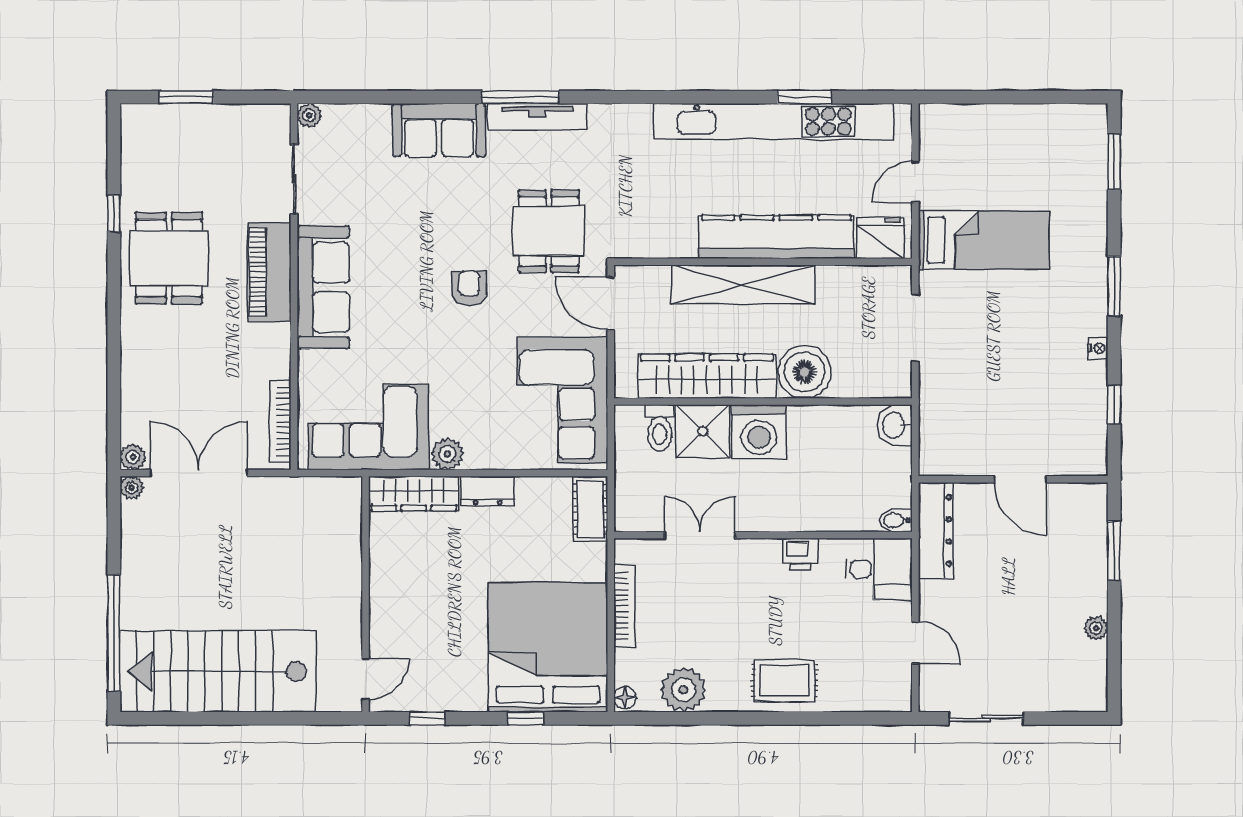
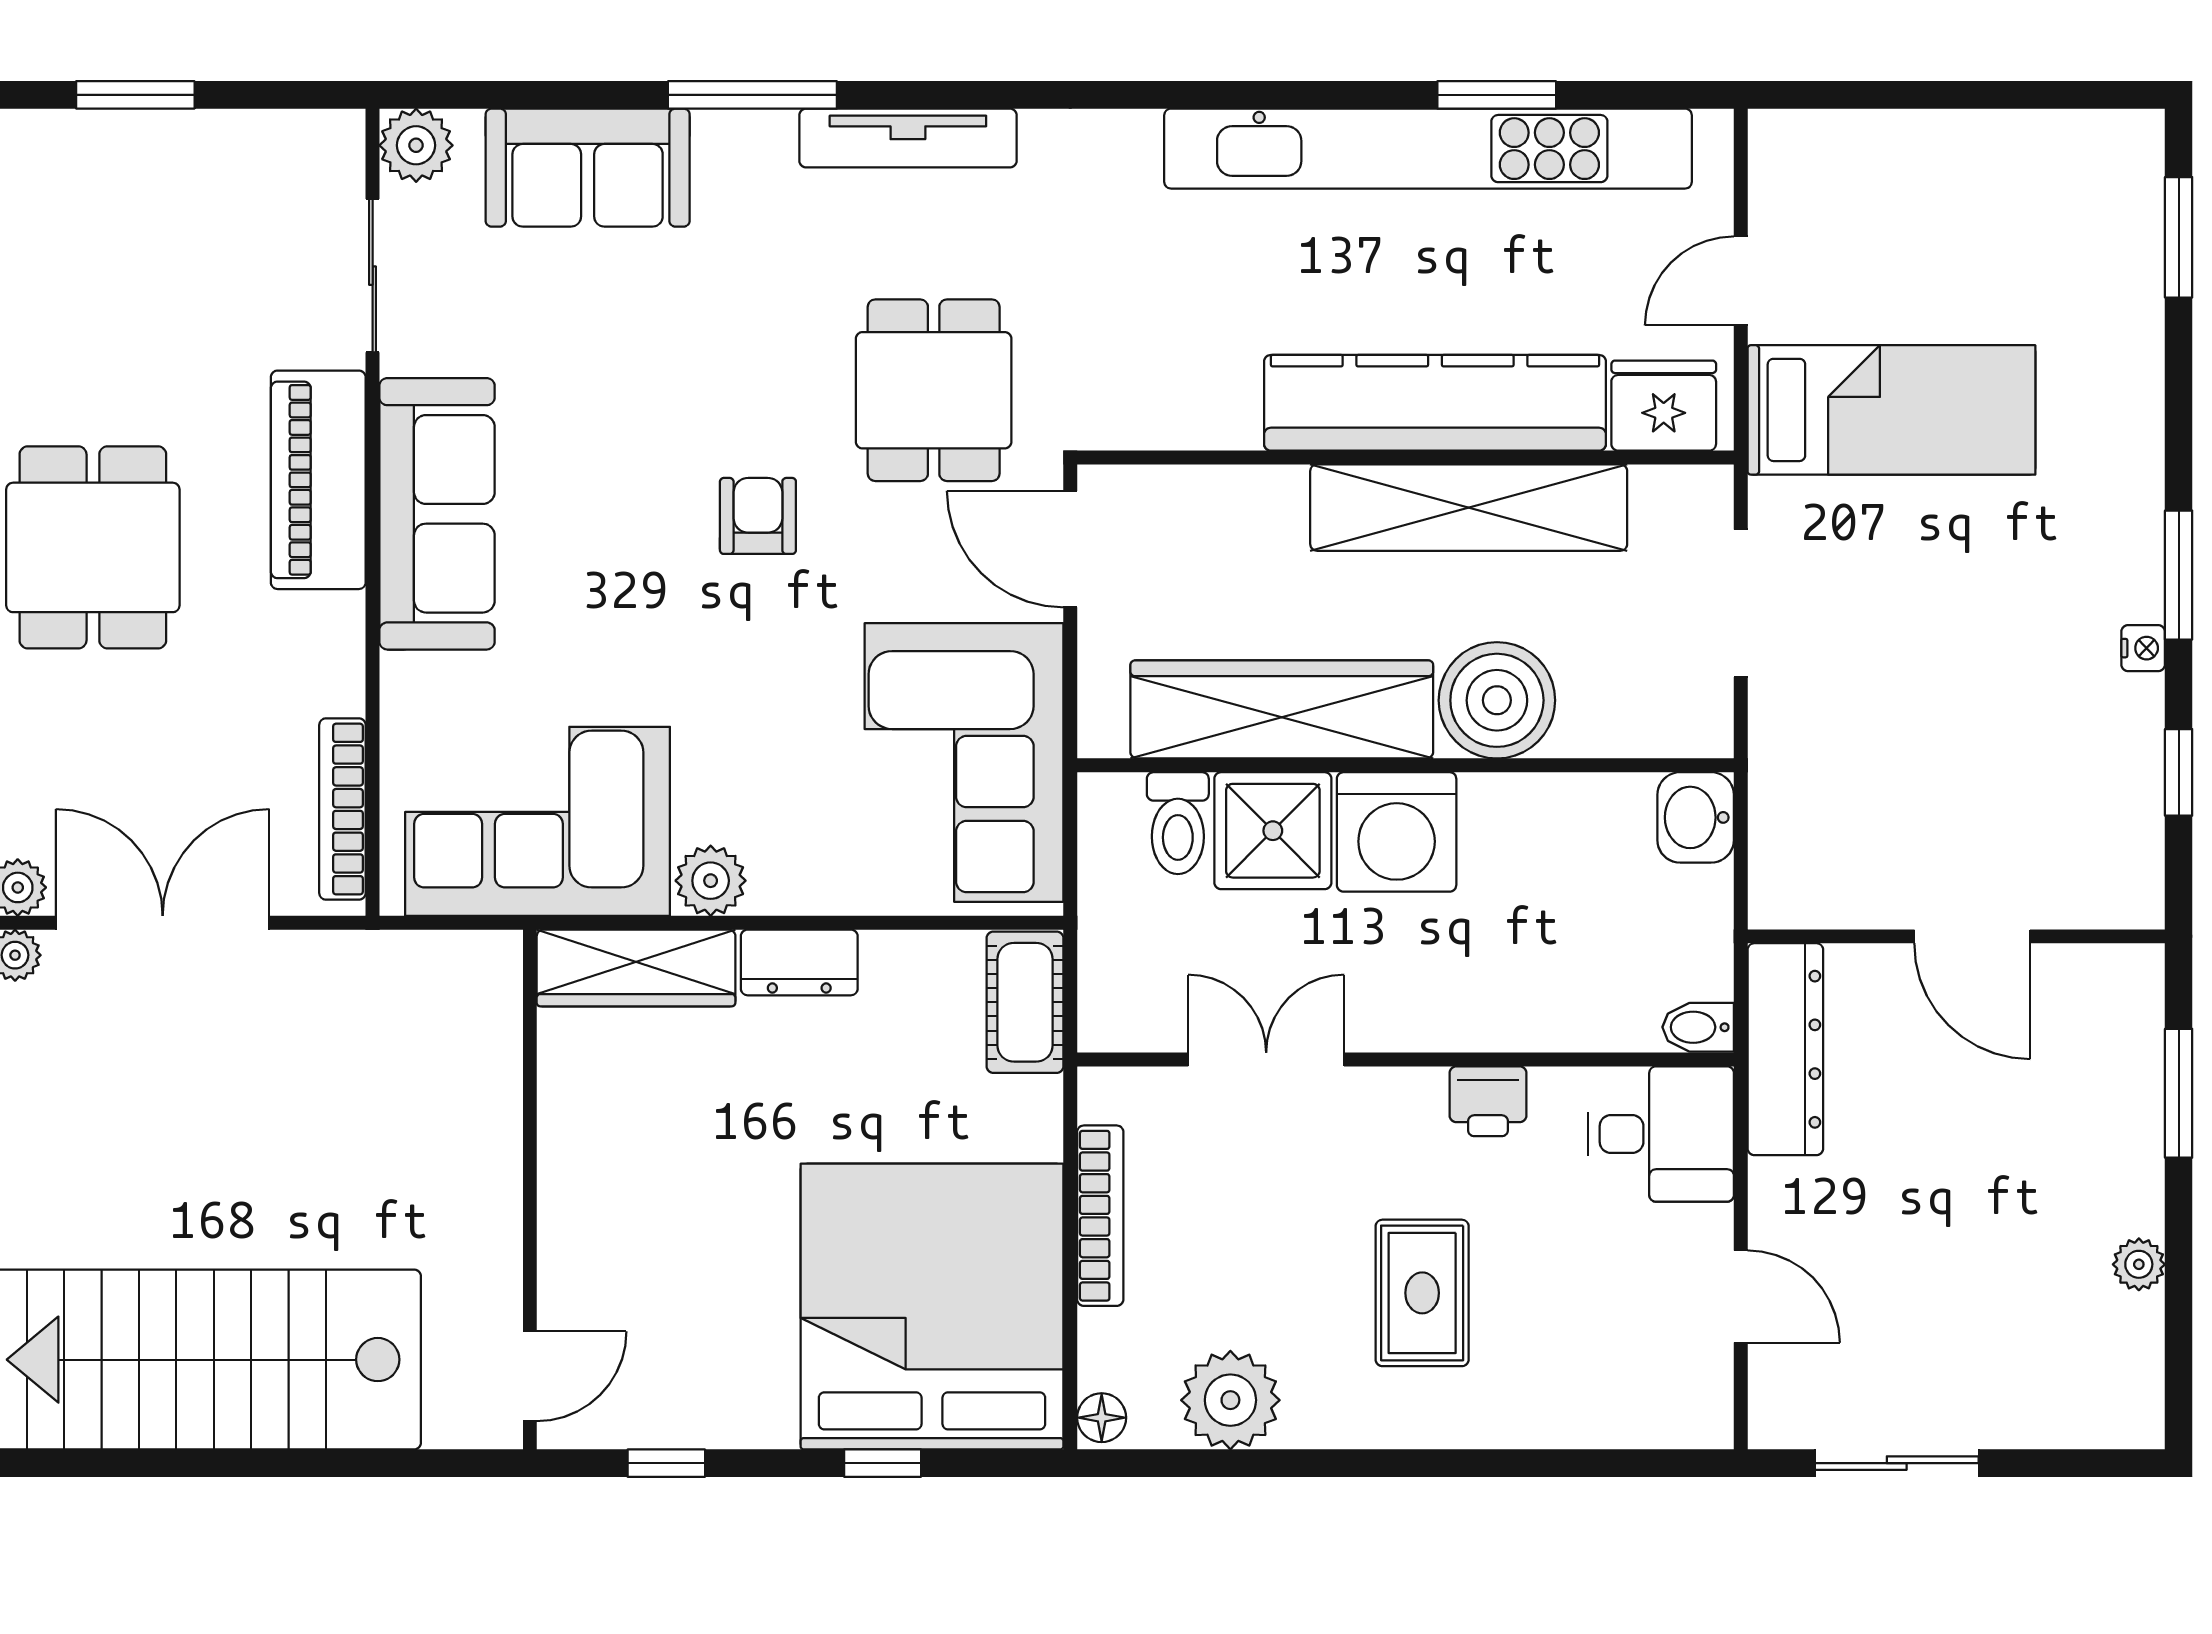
window: (520, 97) -> (752, 95), moved
plant: (309, 115) -> (416, 145), width x1.38, depth x1.38
sofa: (439, 130) -> (588, 168), moved
dining table: (169, 258) -> (93, 547), moved
shelving: (743, 284) -> (1469, 508), moved
window: (1114, 286) -> (2179, 575), moved
rug: (785, 680) -> (1422, 1293), moved, turned 90

